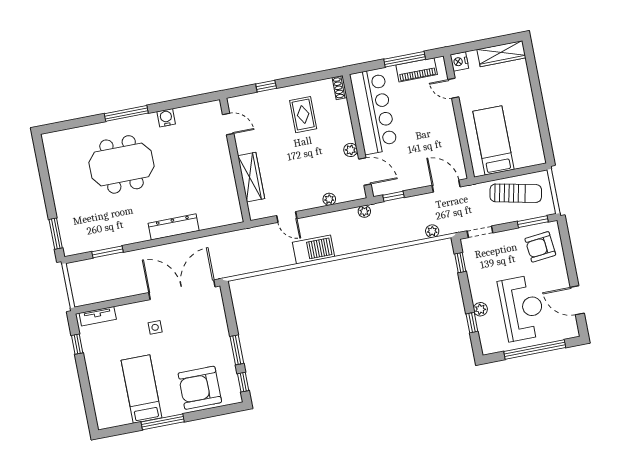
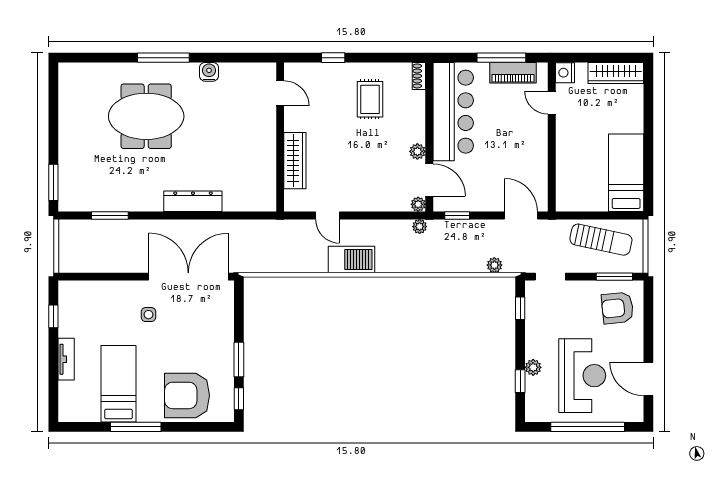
bed: (493, 140) -> (626, 173), moved
plant: (329, 199) -> (418, 204), moved
tv unit: (98, 316) -> (66, 359), moved, turned -90

